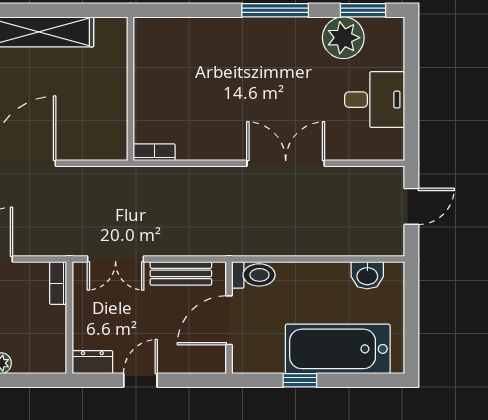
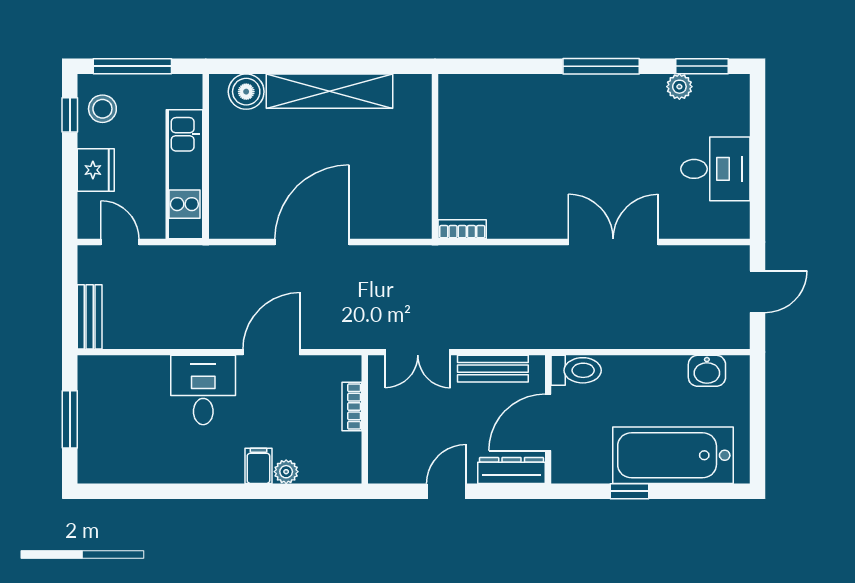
plant: (343, 38) -> (679, 87), width x0.53, depth x0.53
bookcase: (58, 283) -> (352, 407), moved
dresser: (92, 362) -> (512, 470), moved, width x1.44

